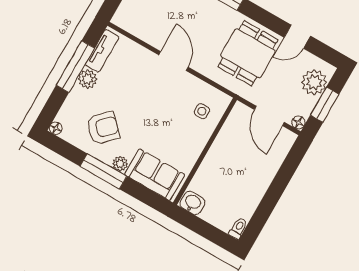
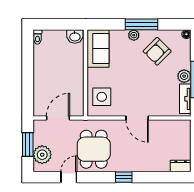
side table: (202, 111) -> (102, 97), width x1.87, depth x1.87
door: (269, 116) -> (58, 118), hinge flipped
floor lamp: (298, 122) -> (38, 124), removed
sofa: (155, 175) -> (98, 49), moved, turned -90

